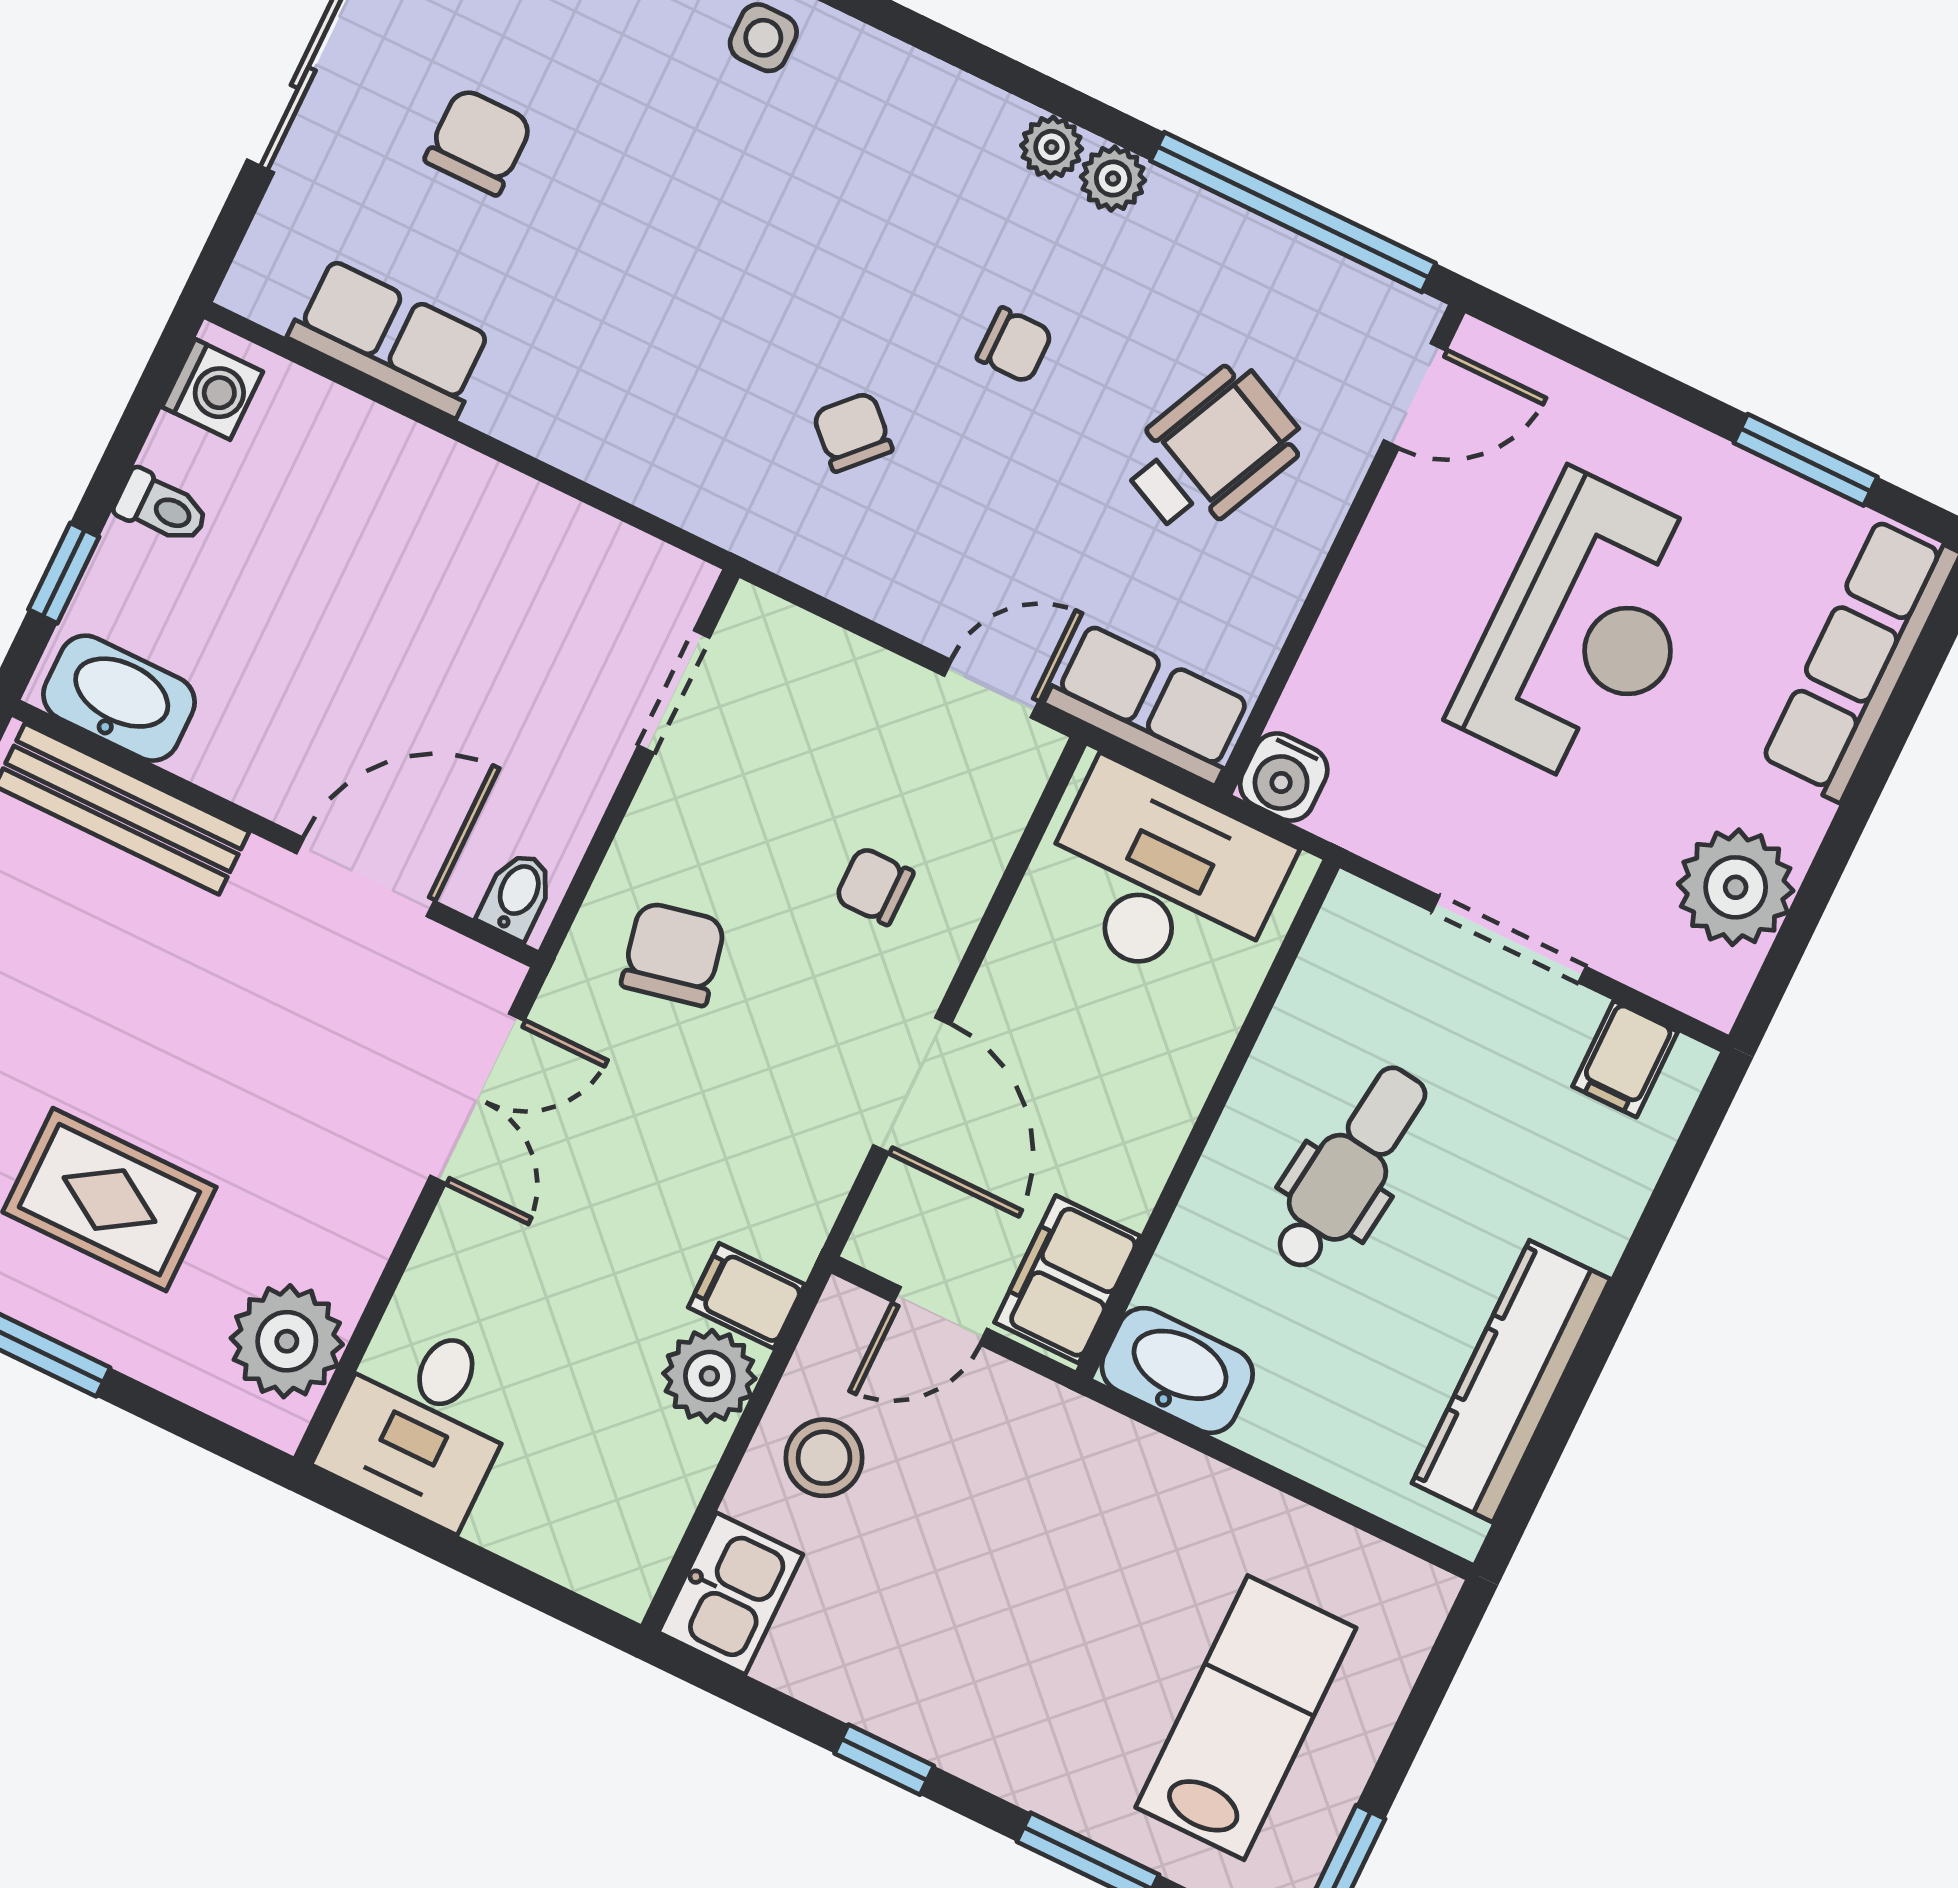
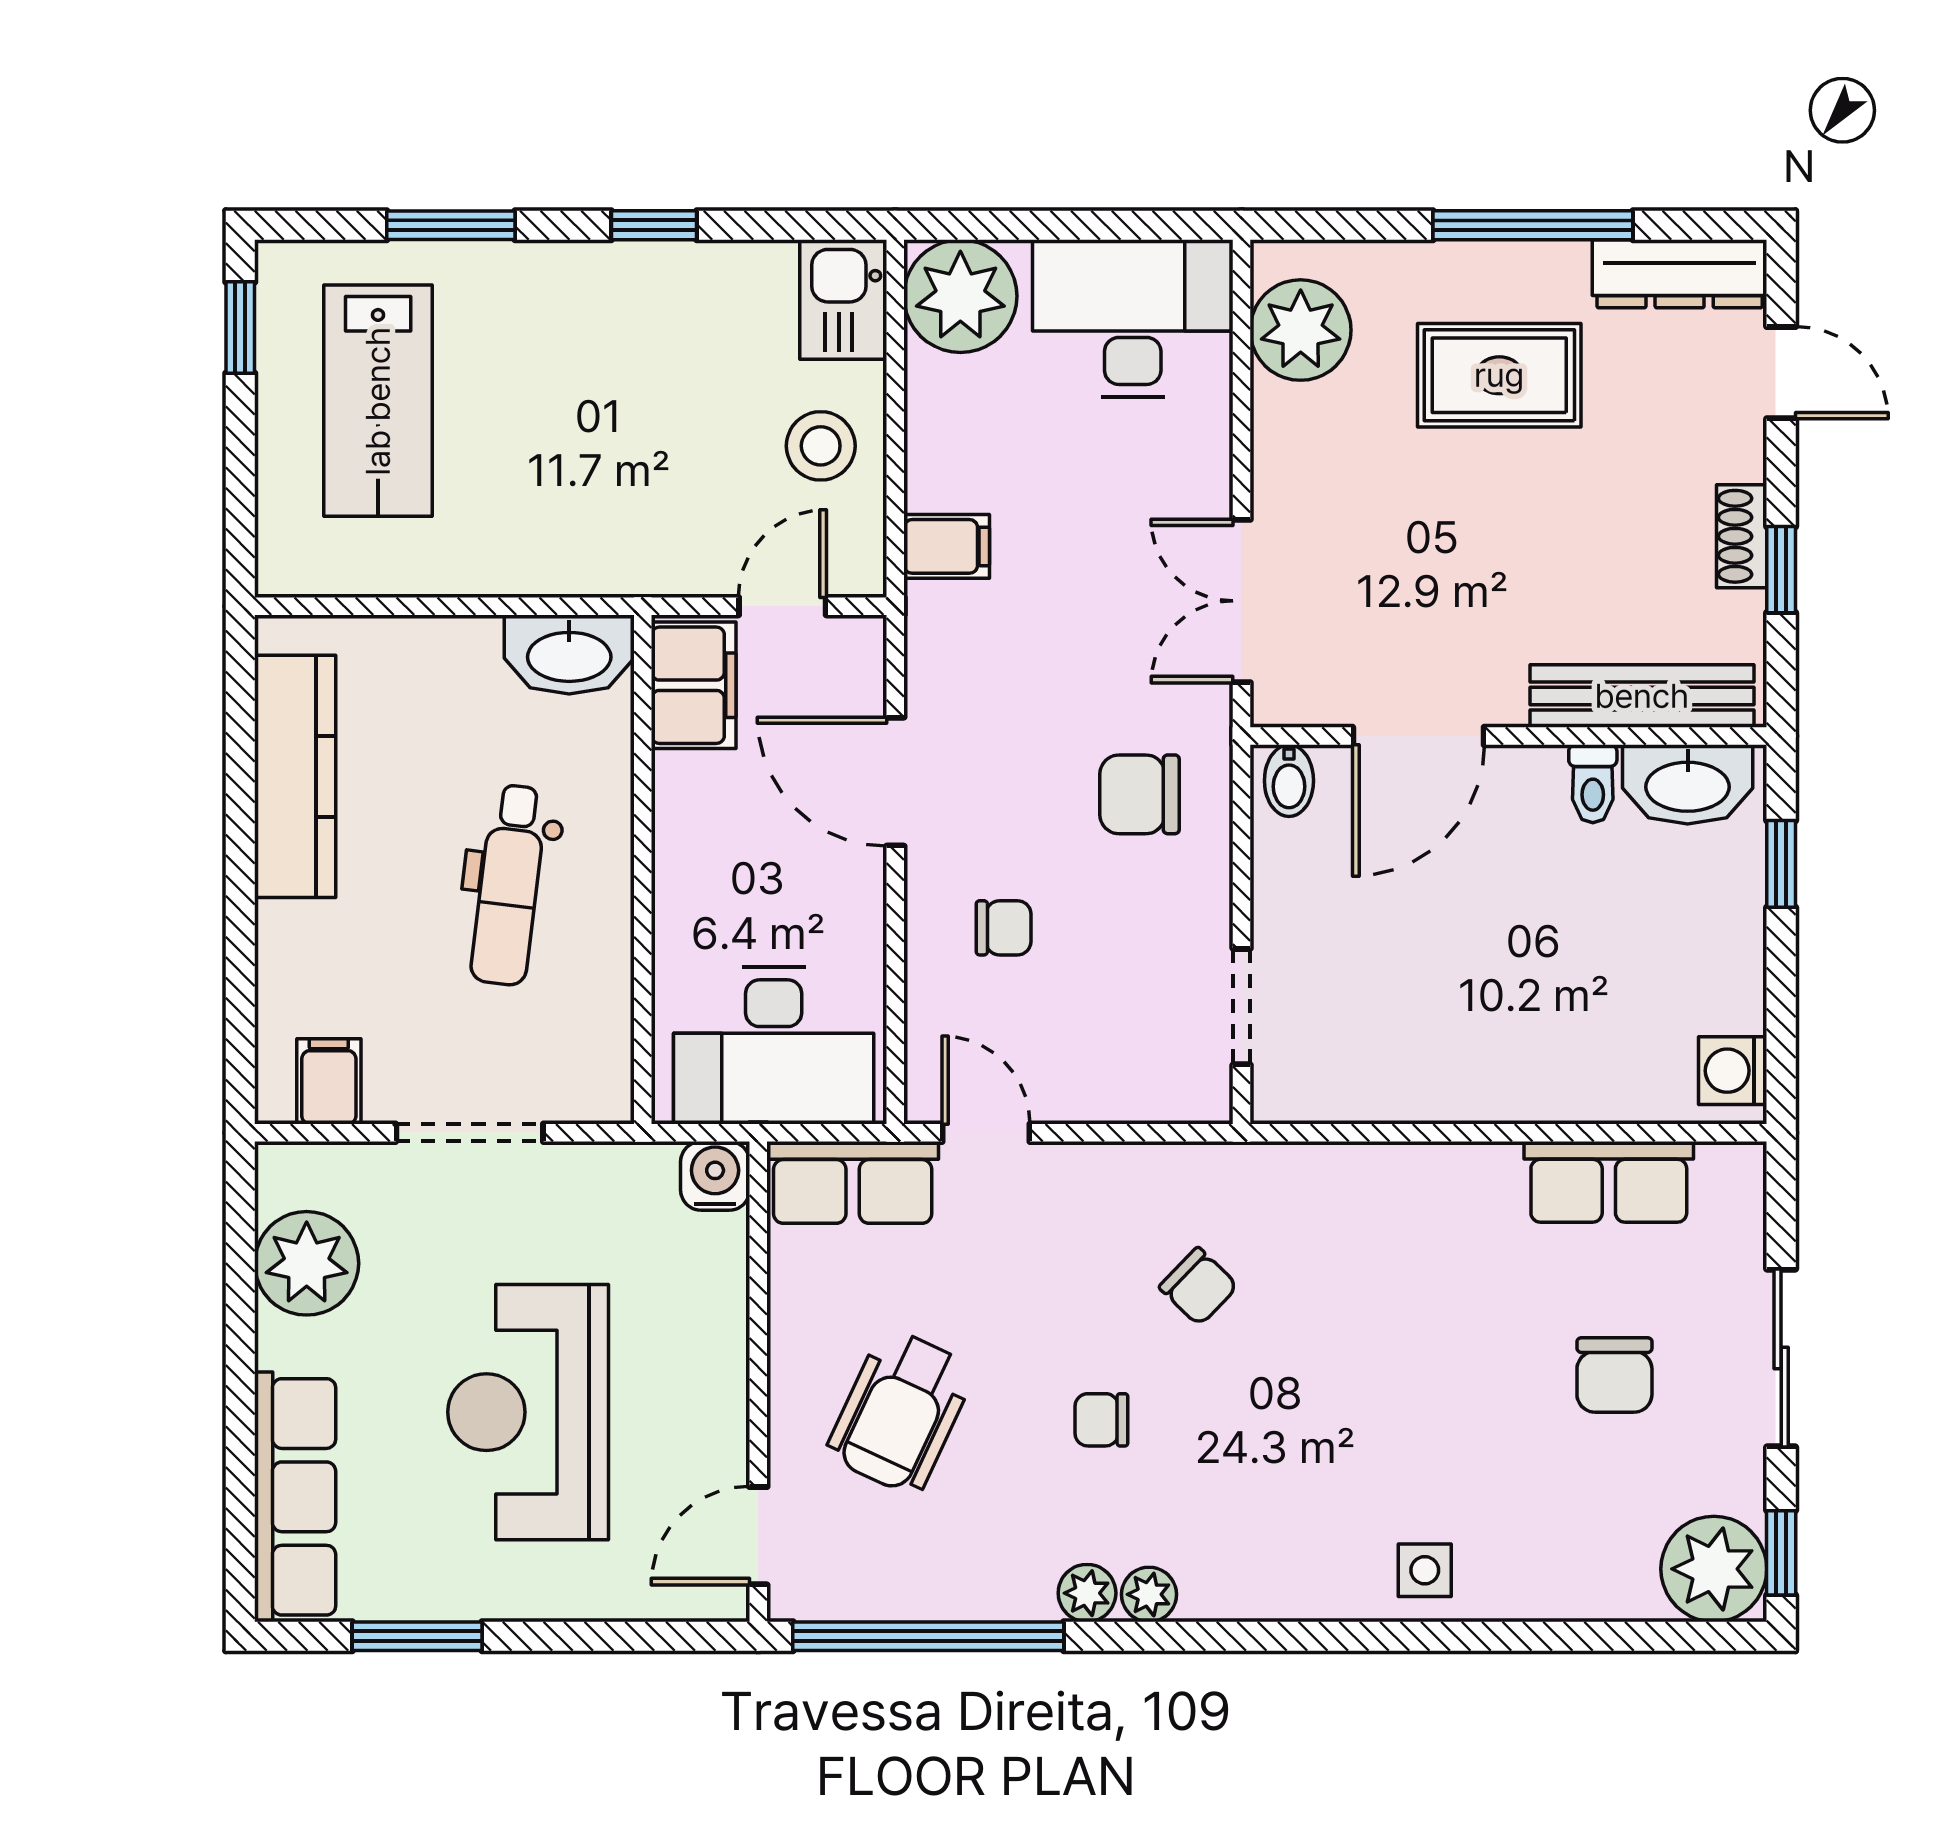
toilet: (162, 507) -> (1593, 784), moved, turned -90
door: (991, 689) -> (986, 1133), swing flipped
chair: (673, 954) -> (1140, 794), turned 102
plant: (709, 1376) -> (960, 296), moved, width x1.36, depth x1.36
desk: (422, 1421) -> (1133, 318), width x1.37

